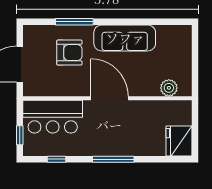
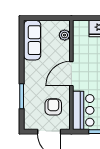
sofa: (125, 38) -> (32, 40), moved
armchair: (69, 53) -> (53, 107), moved

